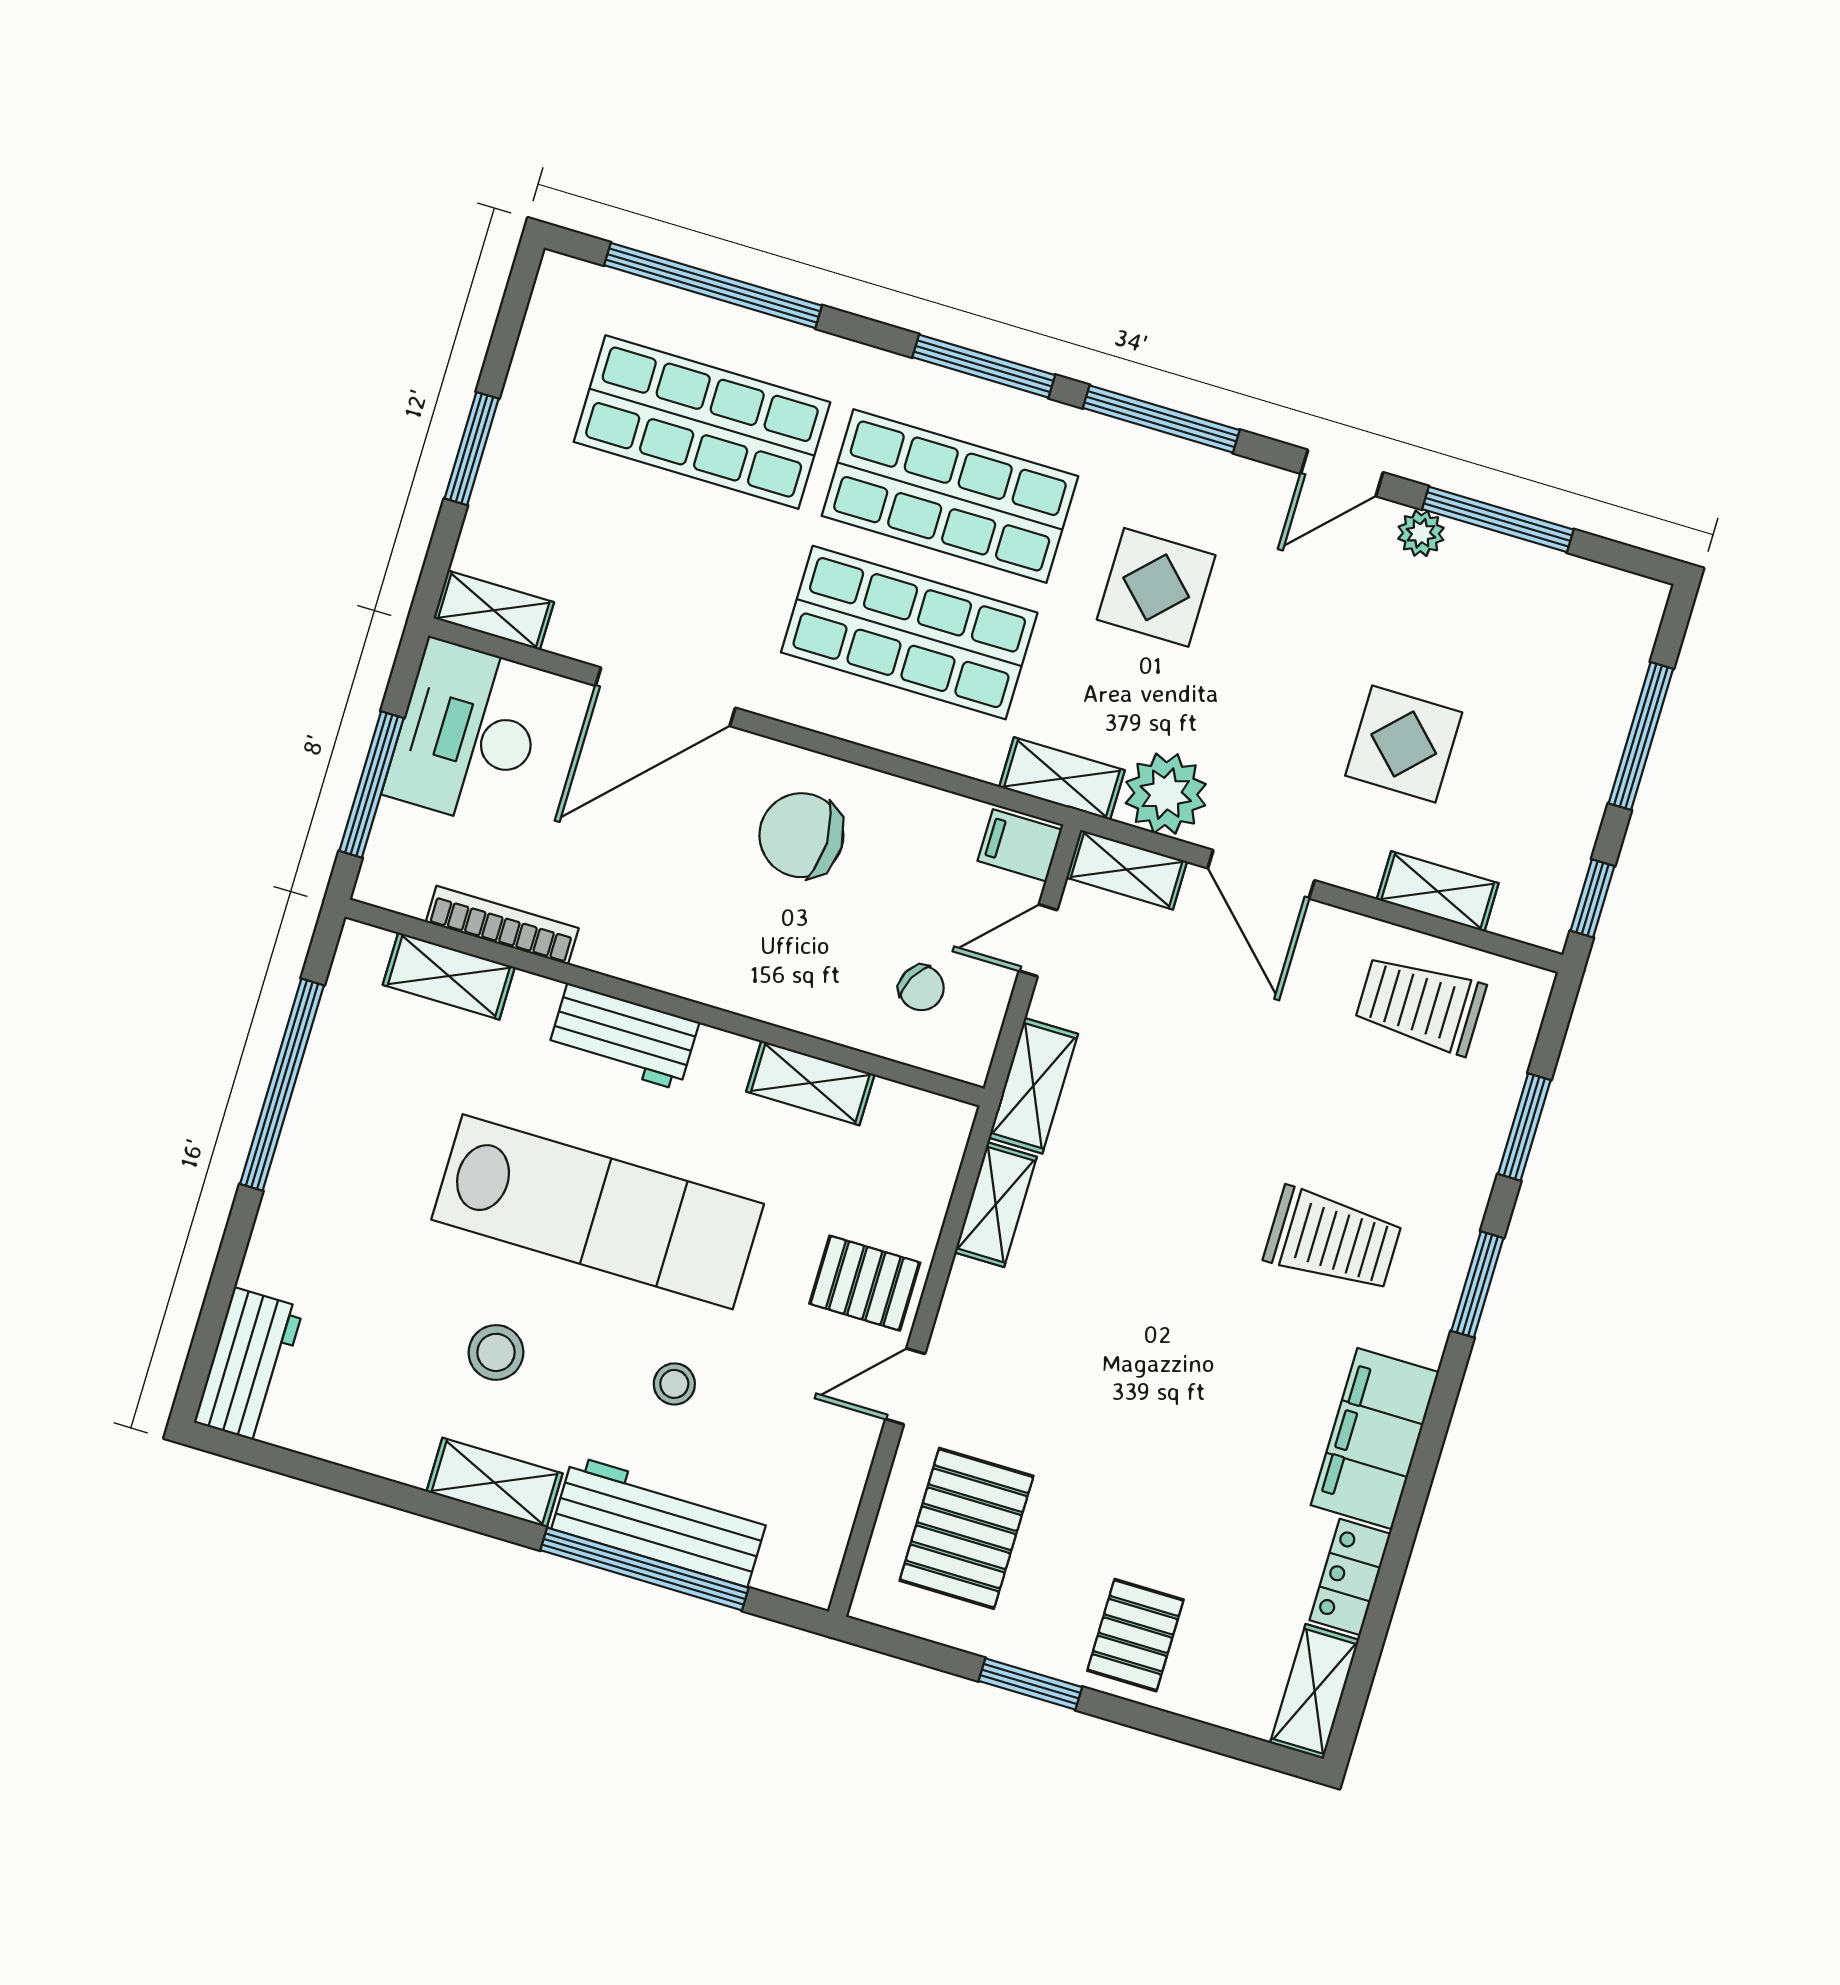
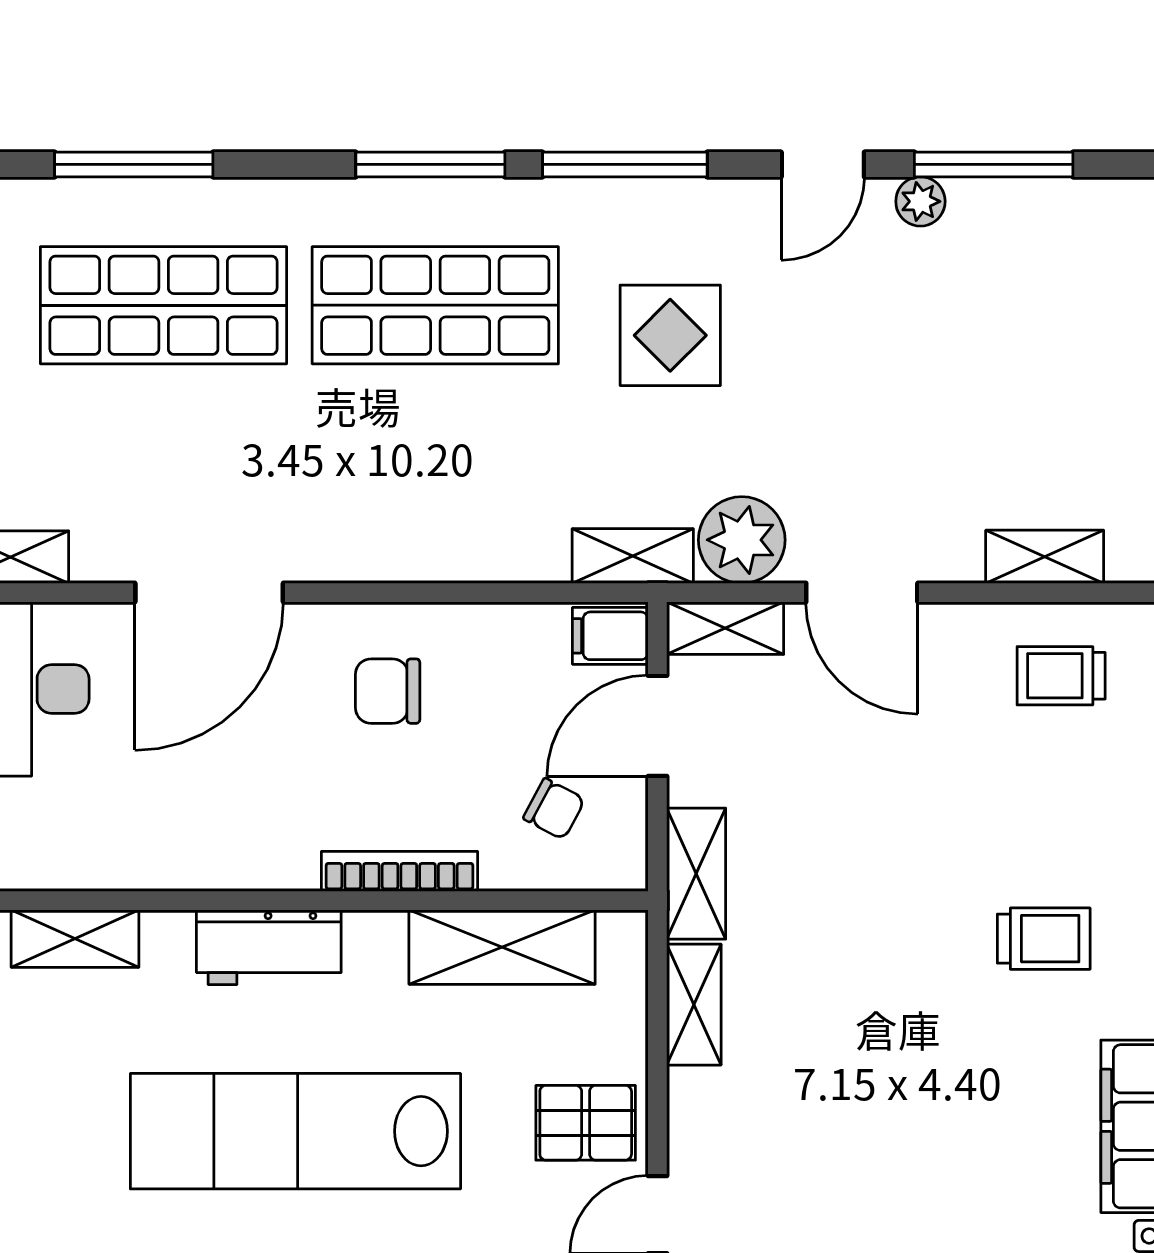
window: (713, 285) -> (134, 164), width x0.68
shop shelf: (909, 633) -> (435, 455), removed
display table: (1404, 744) -> (966, 419), removed
chair: (801, 835) -> (388, 691), width x0.73, depth x0.73
bookcase: (502, 925) -> (399, 871), moved
door: (1038, 940) -> (657, 726), width x1.38
trolley: (1420, 1004) -> (1061, 676), width x0.73, depth x0.72
shelving: (810, 1083) -> (502, 947), width x1.50, depth x1.33
lab bench: (598, 1212) -> (295, 1131), turned 180
trolley: (1333, 1240) -> (1044, 939), width x0.73, depth x0.72

